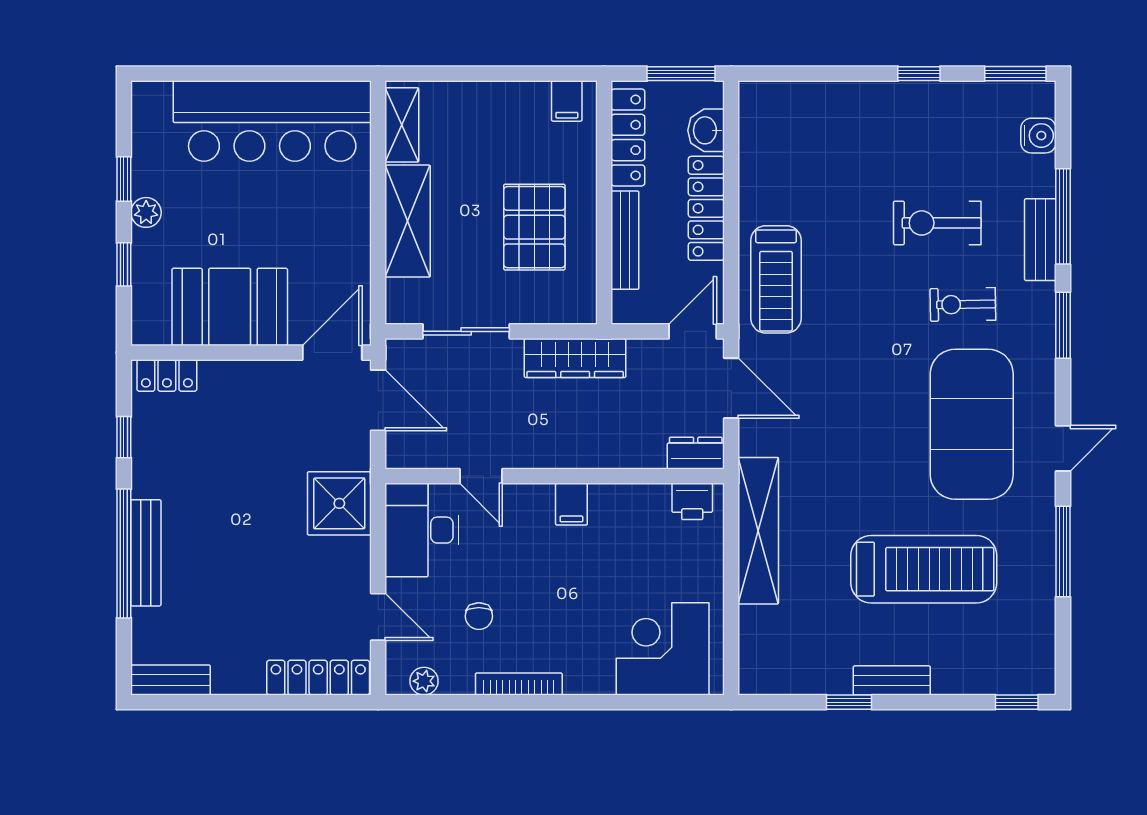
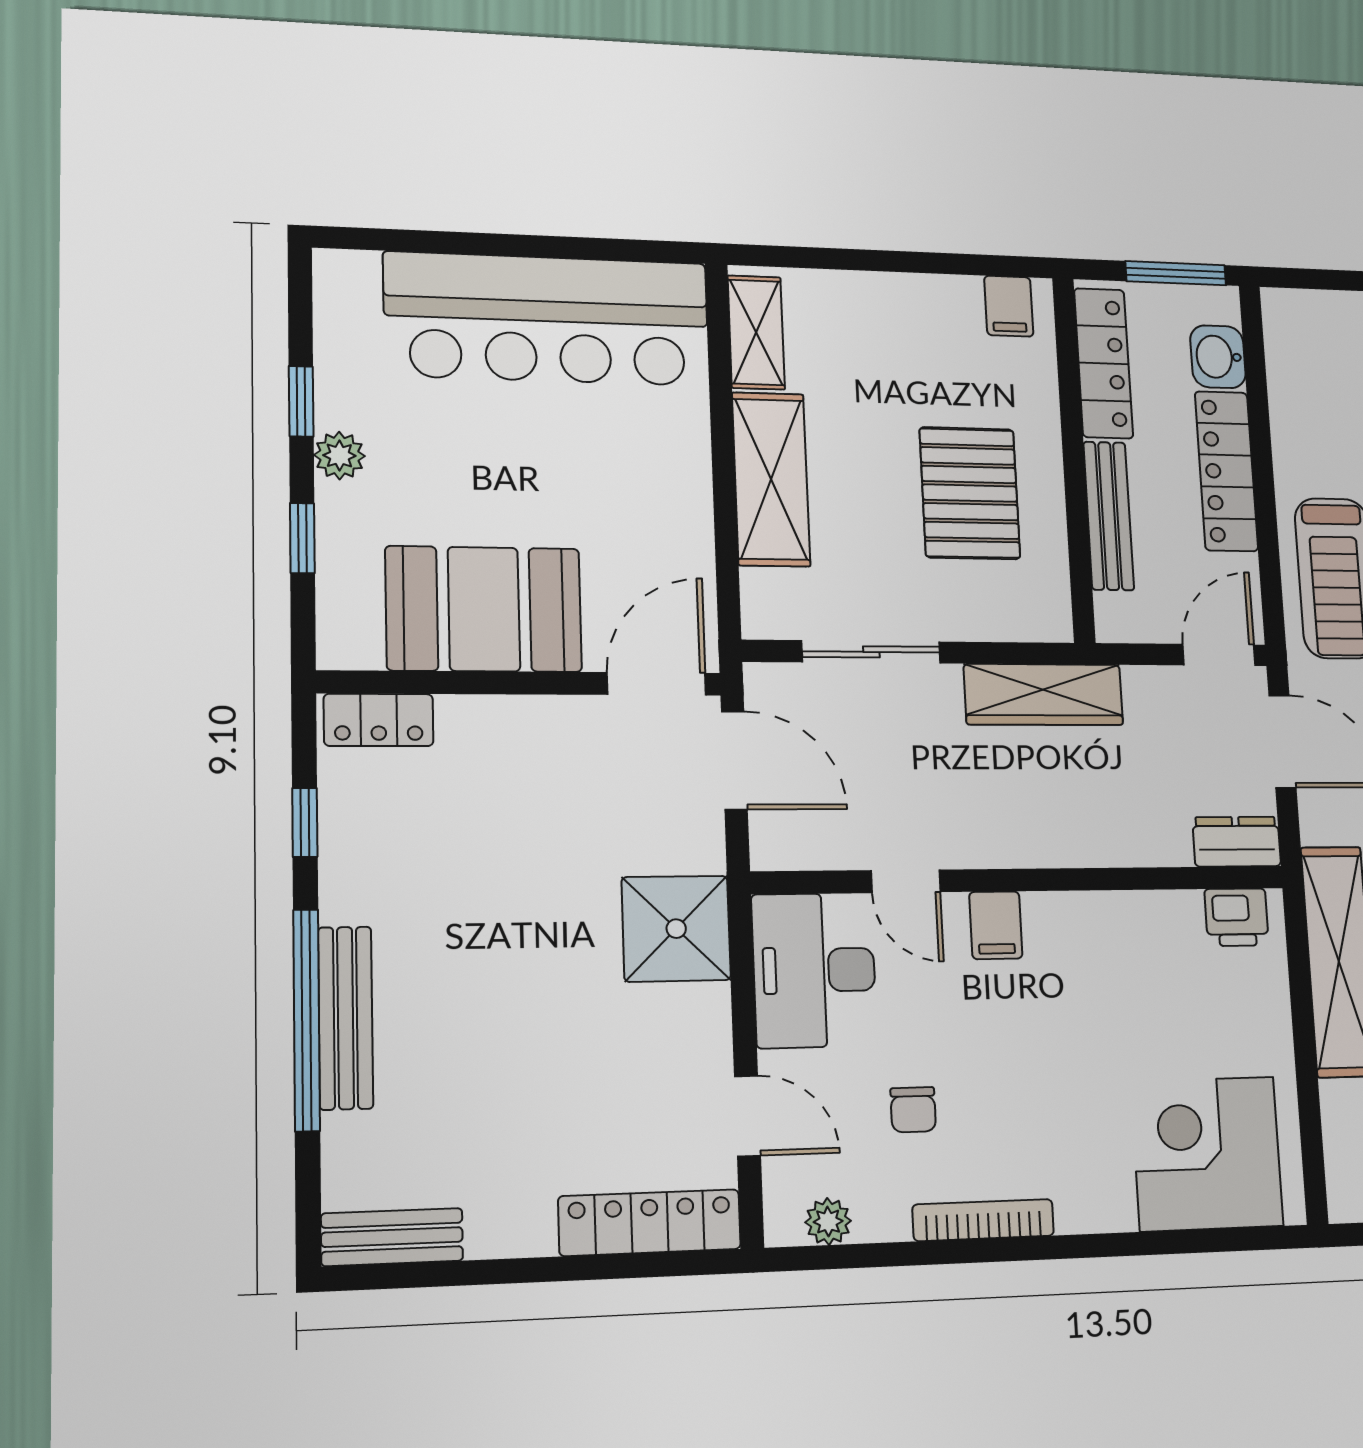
filing cabinet: (571, 504) -> (996, 925), moved

